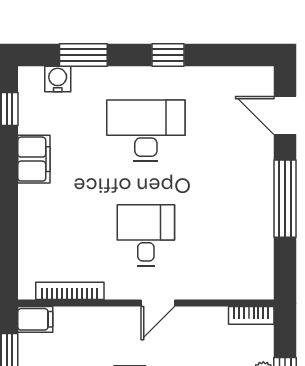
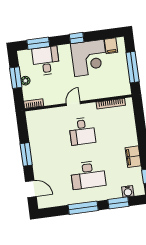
window: (168, 55) -> (83, 208), width x2.17
window: (285, 199) -> (26, 154), width x0.69
filing cabinet: (35, 319) -> (124, 90), removed

